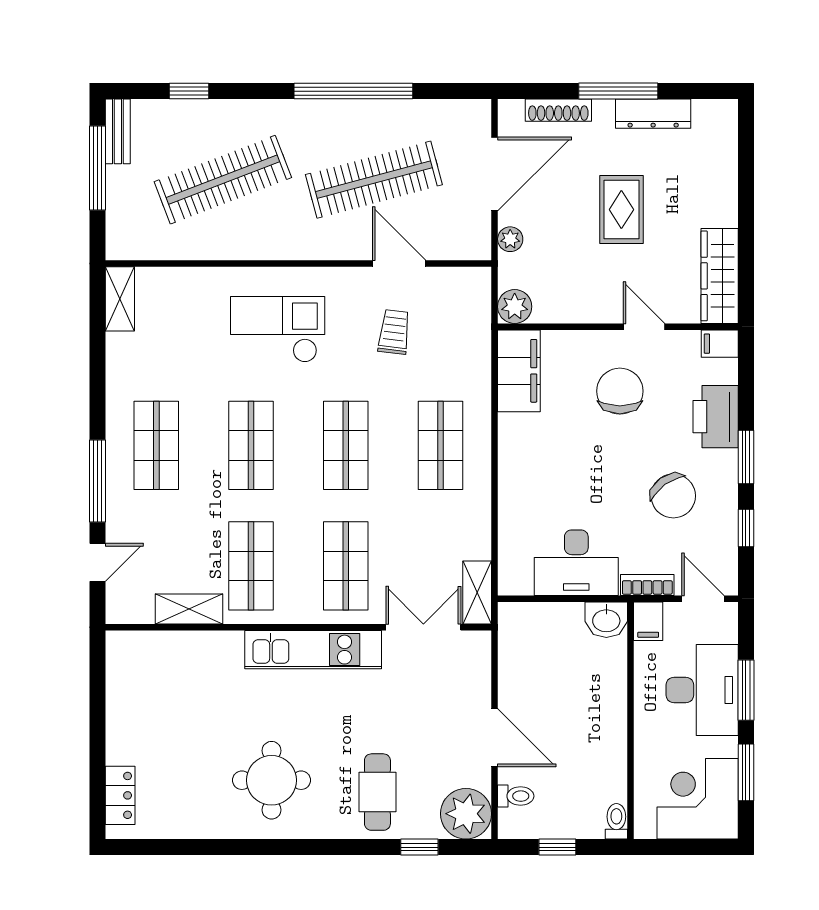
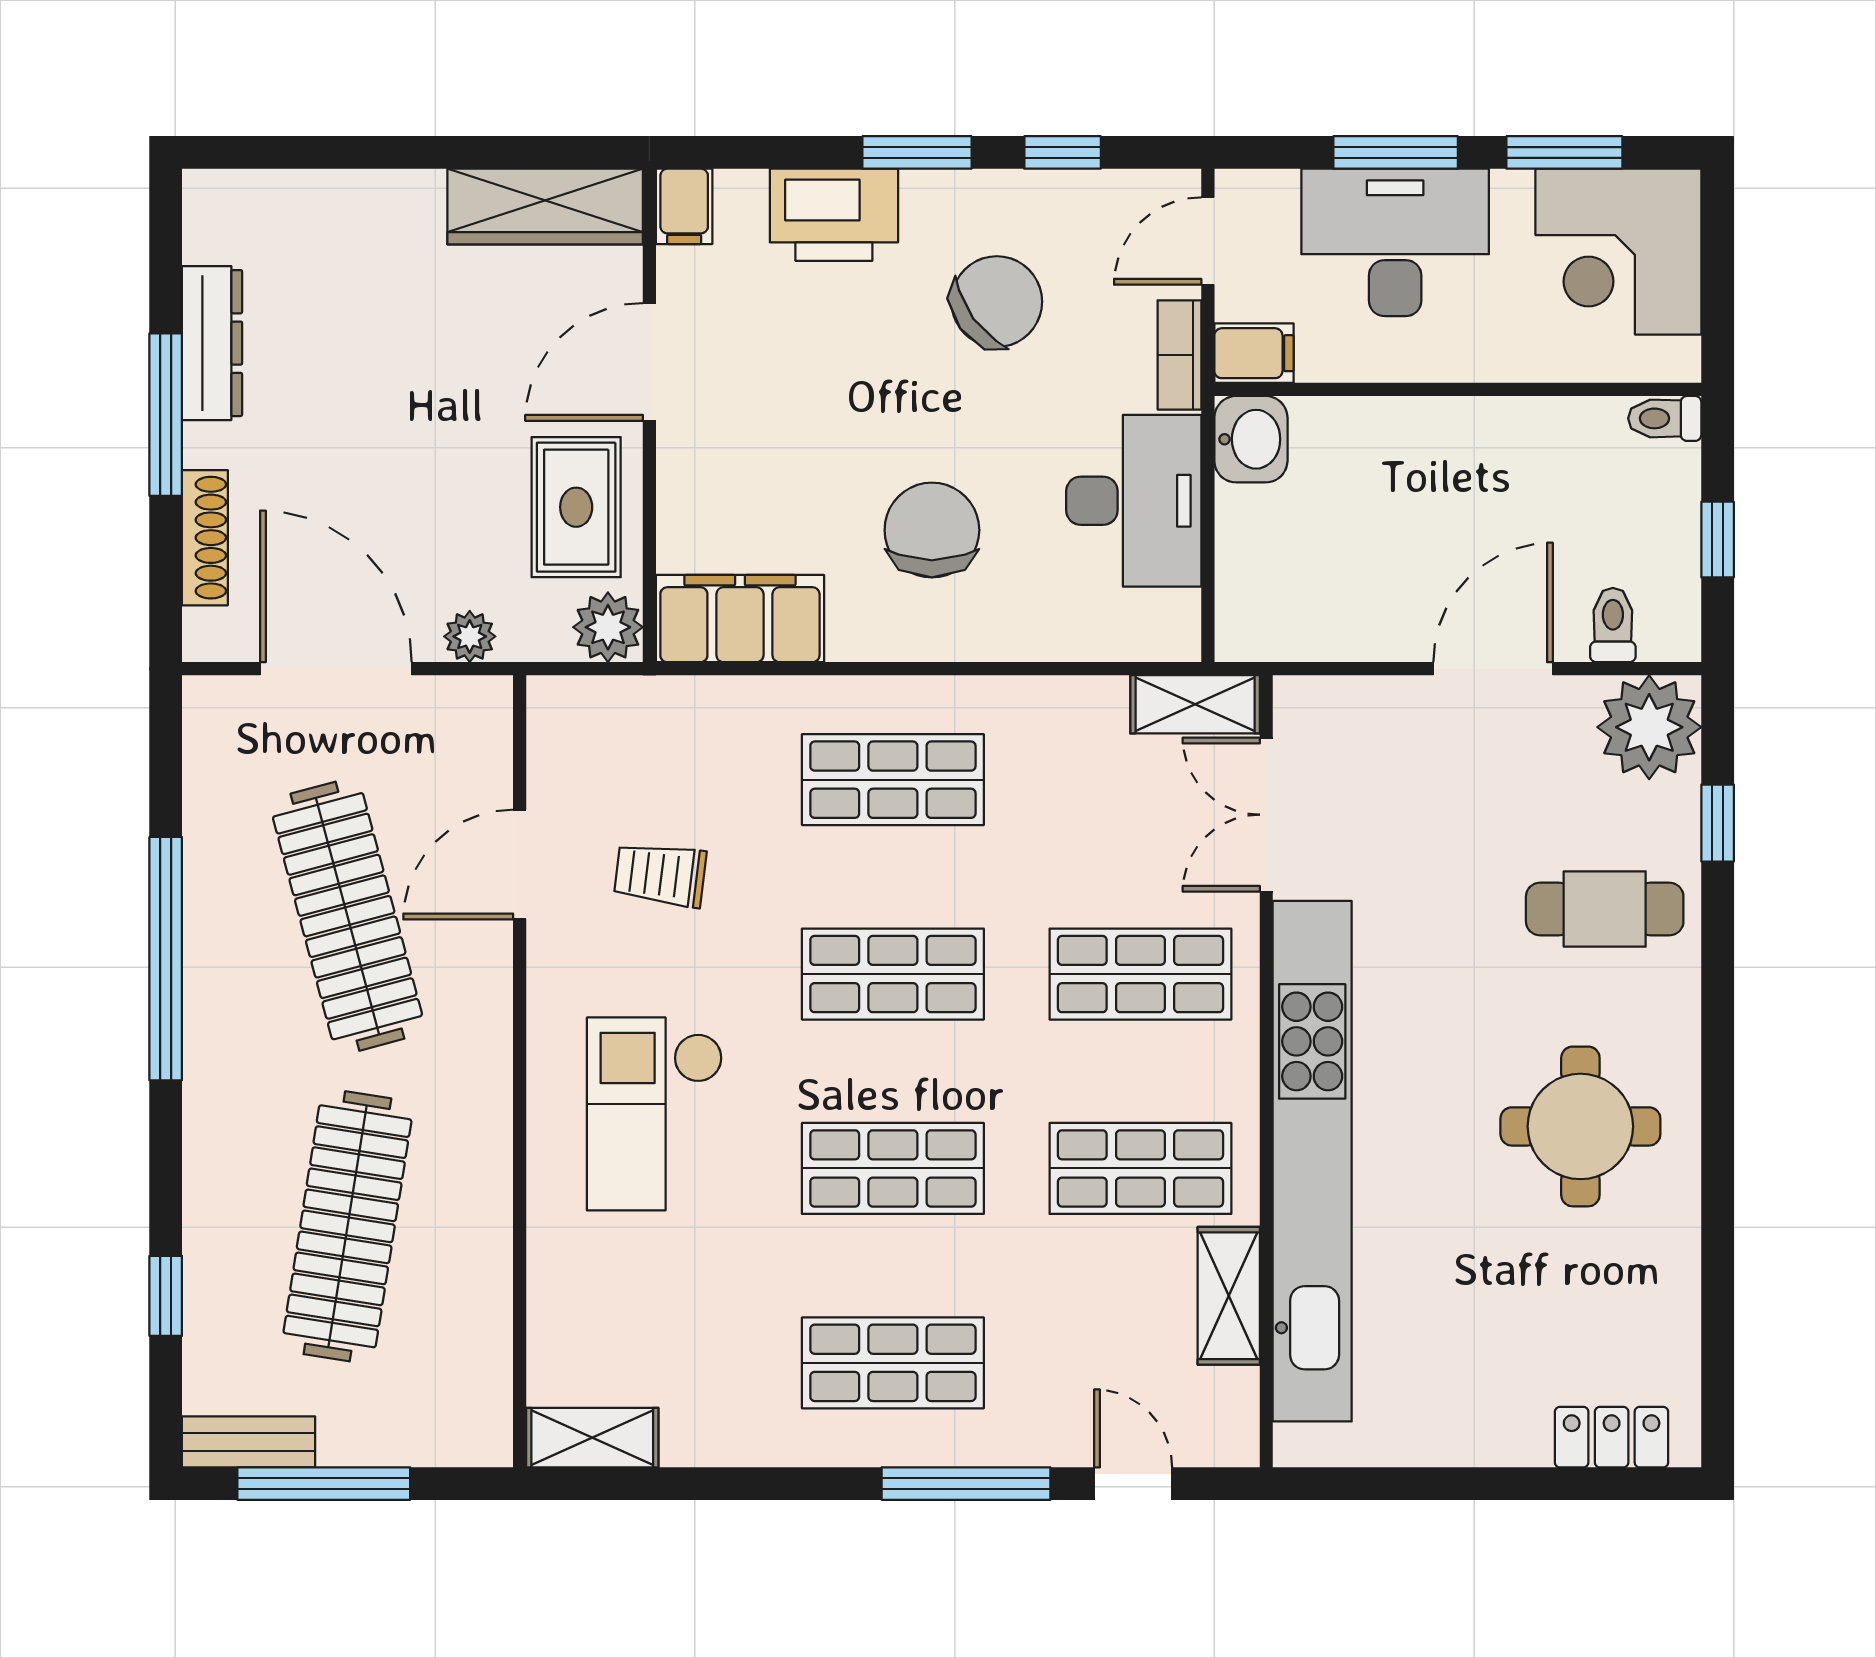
clothes rail: (223, 180) -> (347, 1226), turned 30
rug: (621, 210) -> (576, 507), moved, turned 90
door: (644, 327) -> (649, 362), width x1.37
chair: (620, 391) -> (932, 530), moved, turned 90
kitchen unit: (313, 650) -> (1312, 1161), width x1.86

